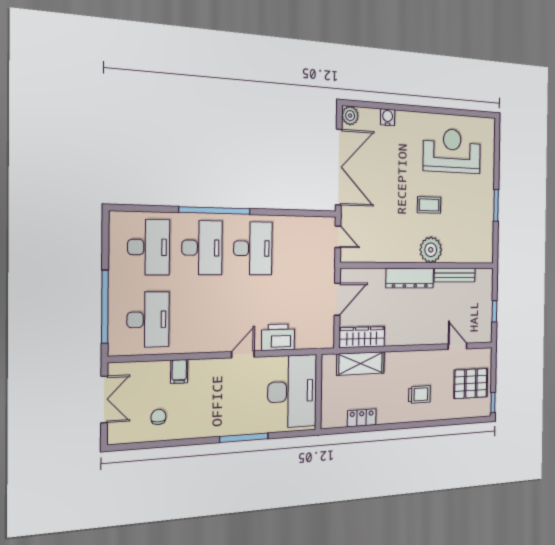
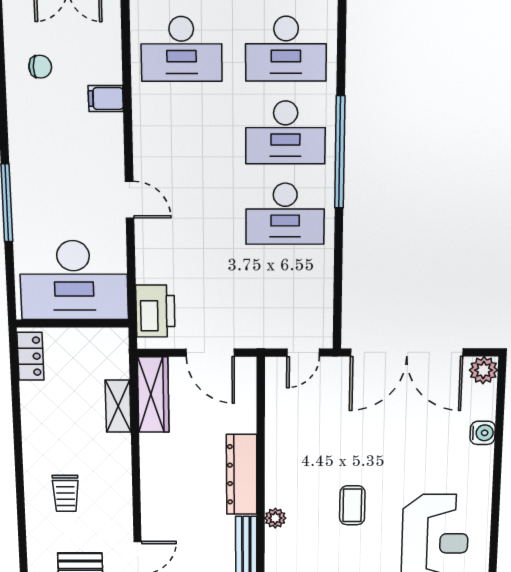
plant: (431, 250) -> (275, 518), width x0.53, depth x0.53
printer: (278, 337) -> (155, 311), moved
shelving: (361, 364) -> (118, 406), width x0.67, depth x0.75
locker: (362, 418) -> (30, 356), moved

